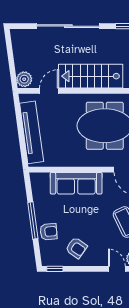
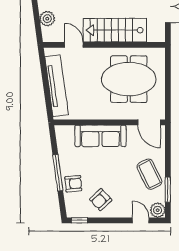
plant: (24, 79) -> (47, 19), moved
door: (49, 91) -> (74, 45), hinge flipped
armchair: (76, 248) -> (101, 200), turned 102

